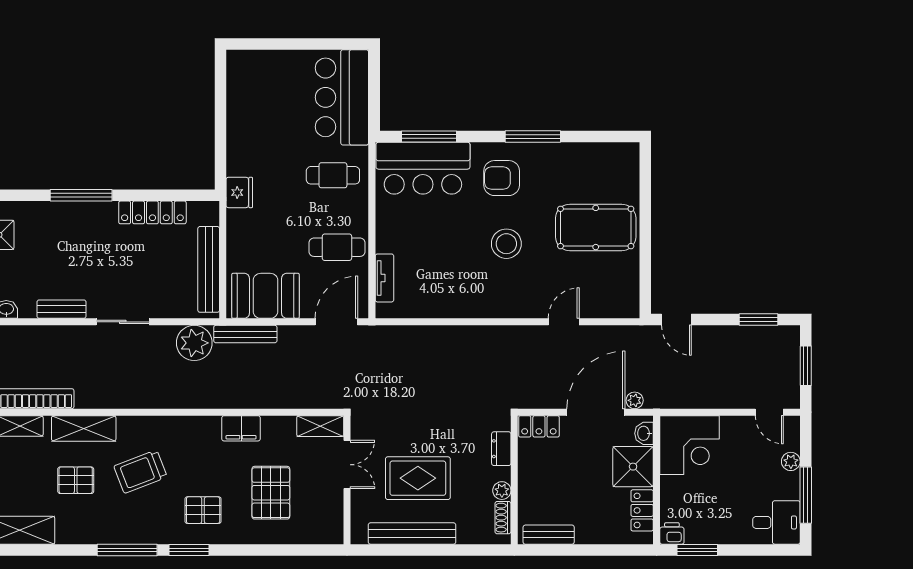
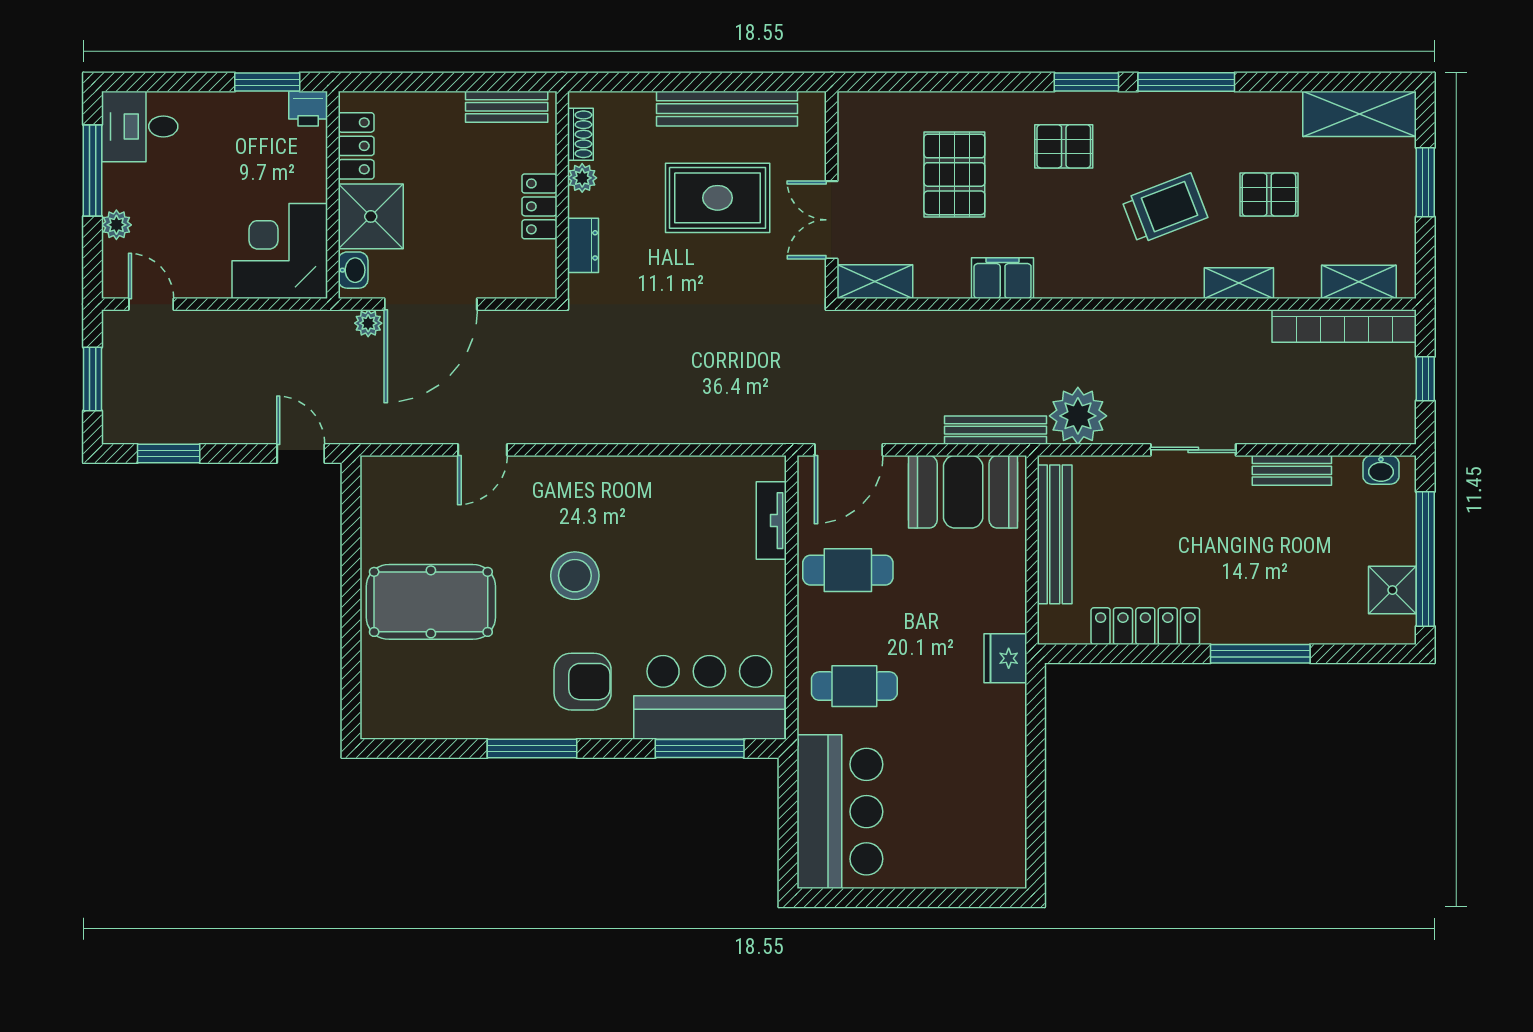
locker: (539, 426) -> (539, 206), moved, turned -90
shelving: (84, 428) -> (1239, 283), width x0.67, depth x0.75

